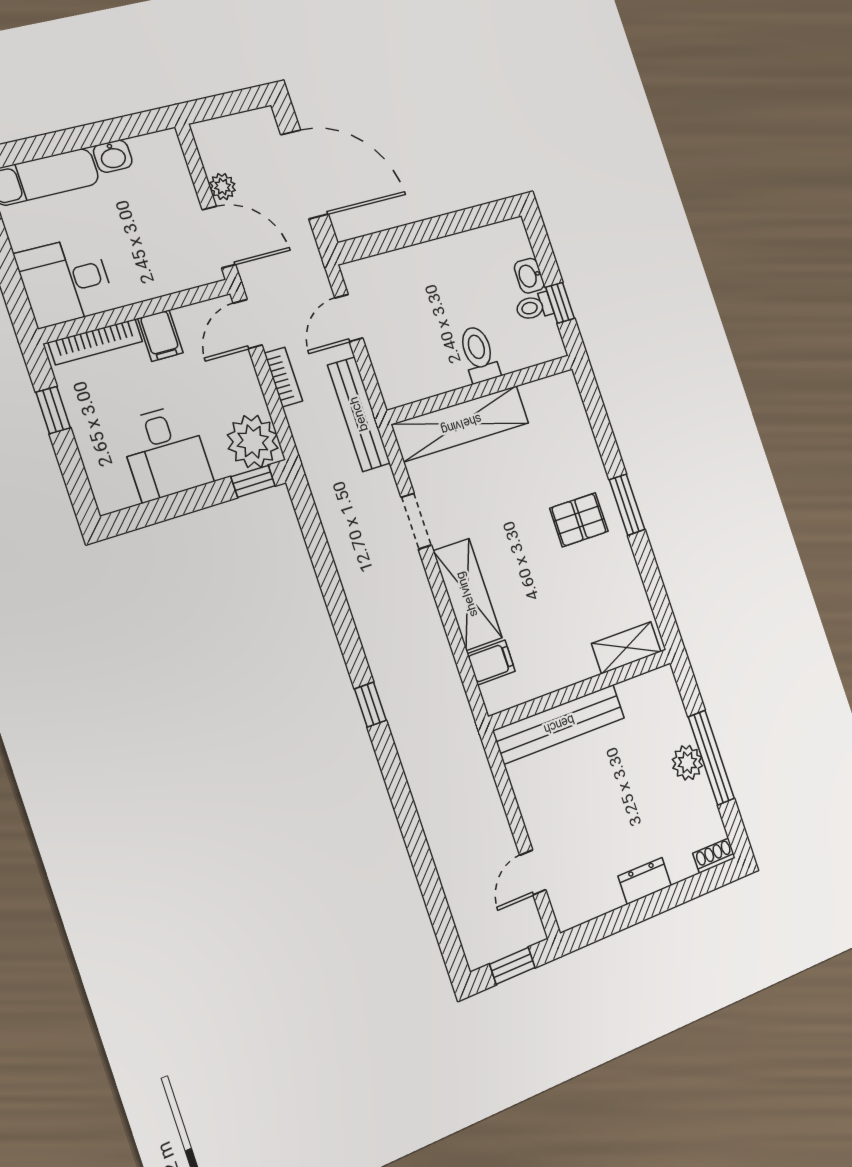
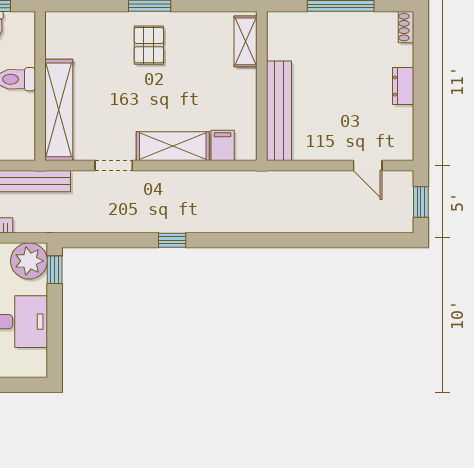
window: (370, 705) -> (172, 240), moved
plant: (687, 763) -> (337, 24), removed

